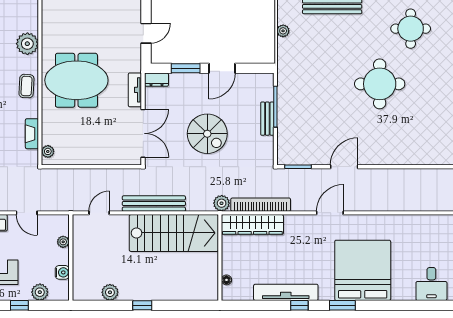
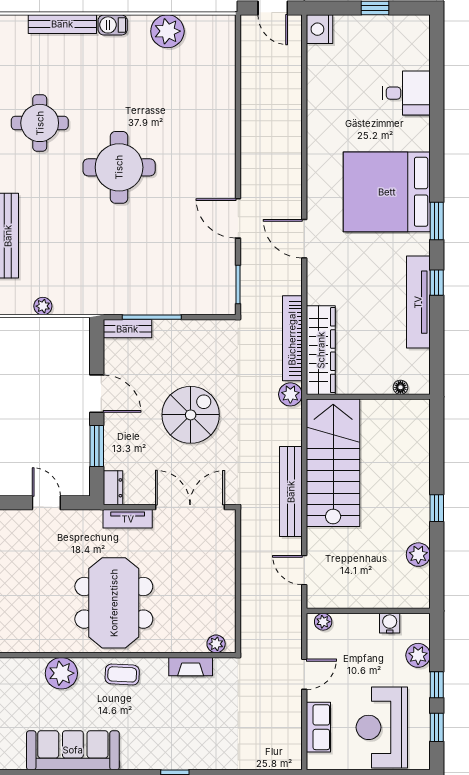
bench: (267, 119) -> (127, 329), moved
plant: (63, 242) -> (323, 622), moved

